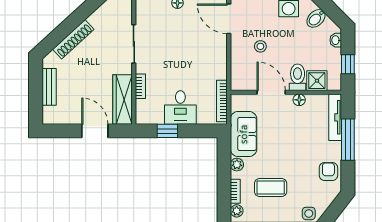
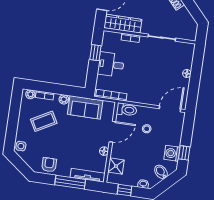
toilet: (298, 77) -> (127, 110), moved
armchair: (328, 172) -> (49, 165), turned -90
coffee table: (271, 187) -> (44, 121), turned 61

